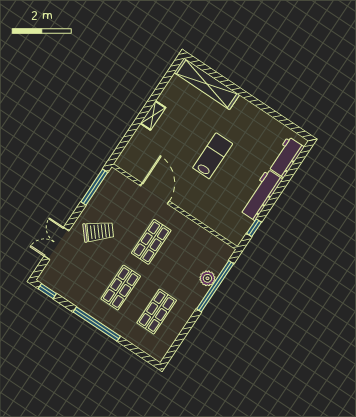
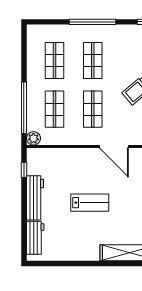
lab bench: (213, 156) -> (90, 203), turned -90
shop shelf: (187, 266) -> (55, 109), added
plant: (207, 278) -> (33, 138), moved

